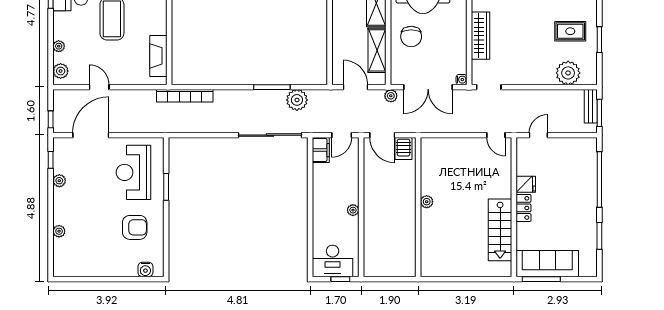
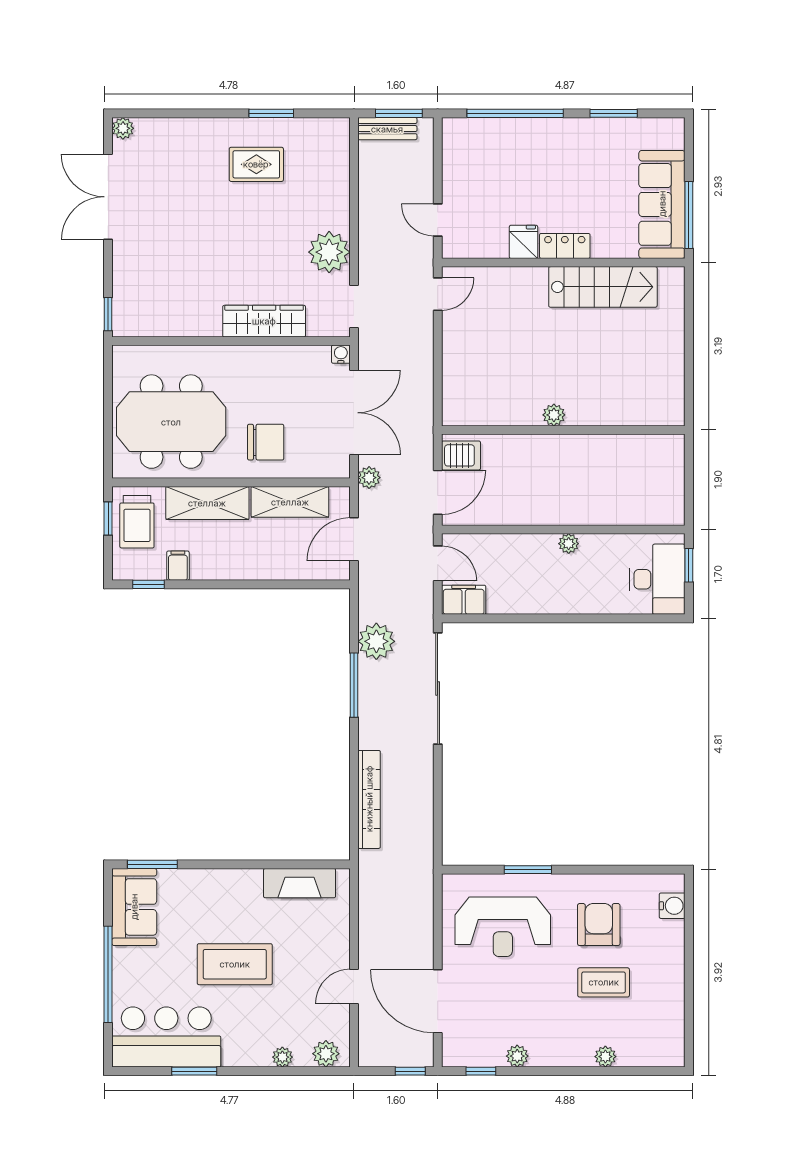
rug: (570, 31) -> (256, 164), turned 90
plant: (568, 73) -> (329, 252), moved
bookcase: (185, 96) -> (369, 799), moved
coffee table: (101, 230) -> (604, 982), added

